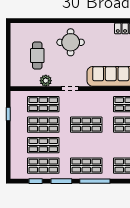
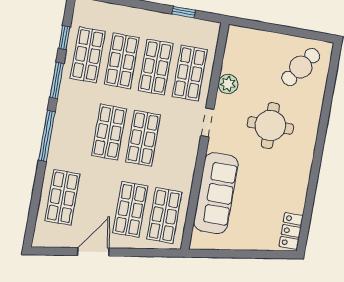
round table: (71, 42) -> (270, 125), moved
cafe table: (37, 56) -> (301, 67), moved, turned -55
shop shelf: (86, 166) -> (109, 132), moved

